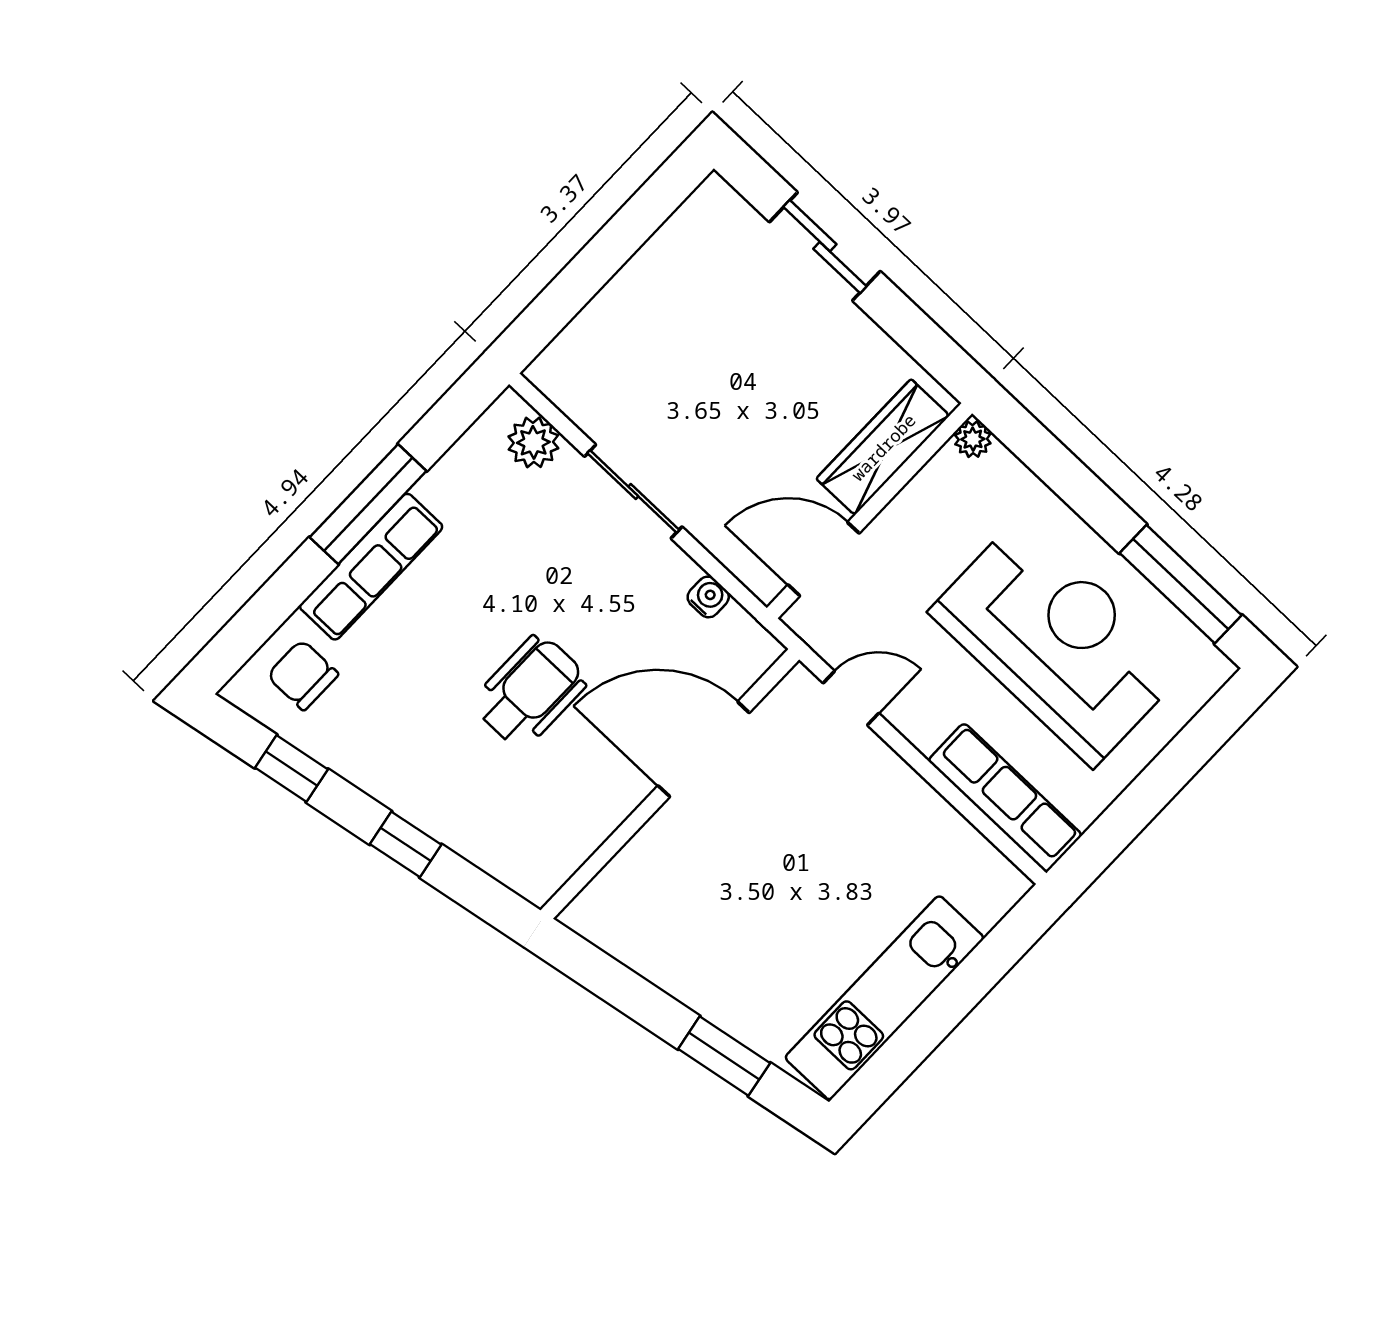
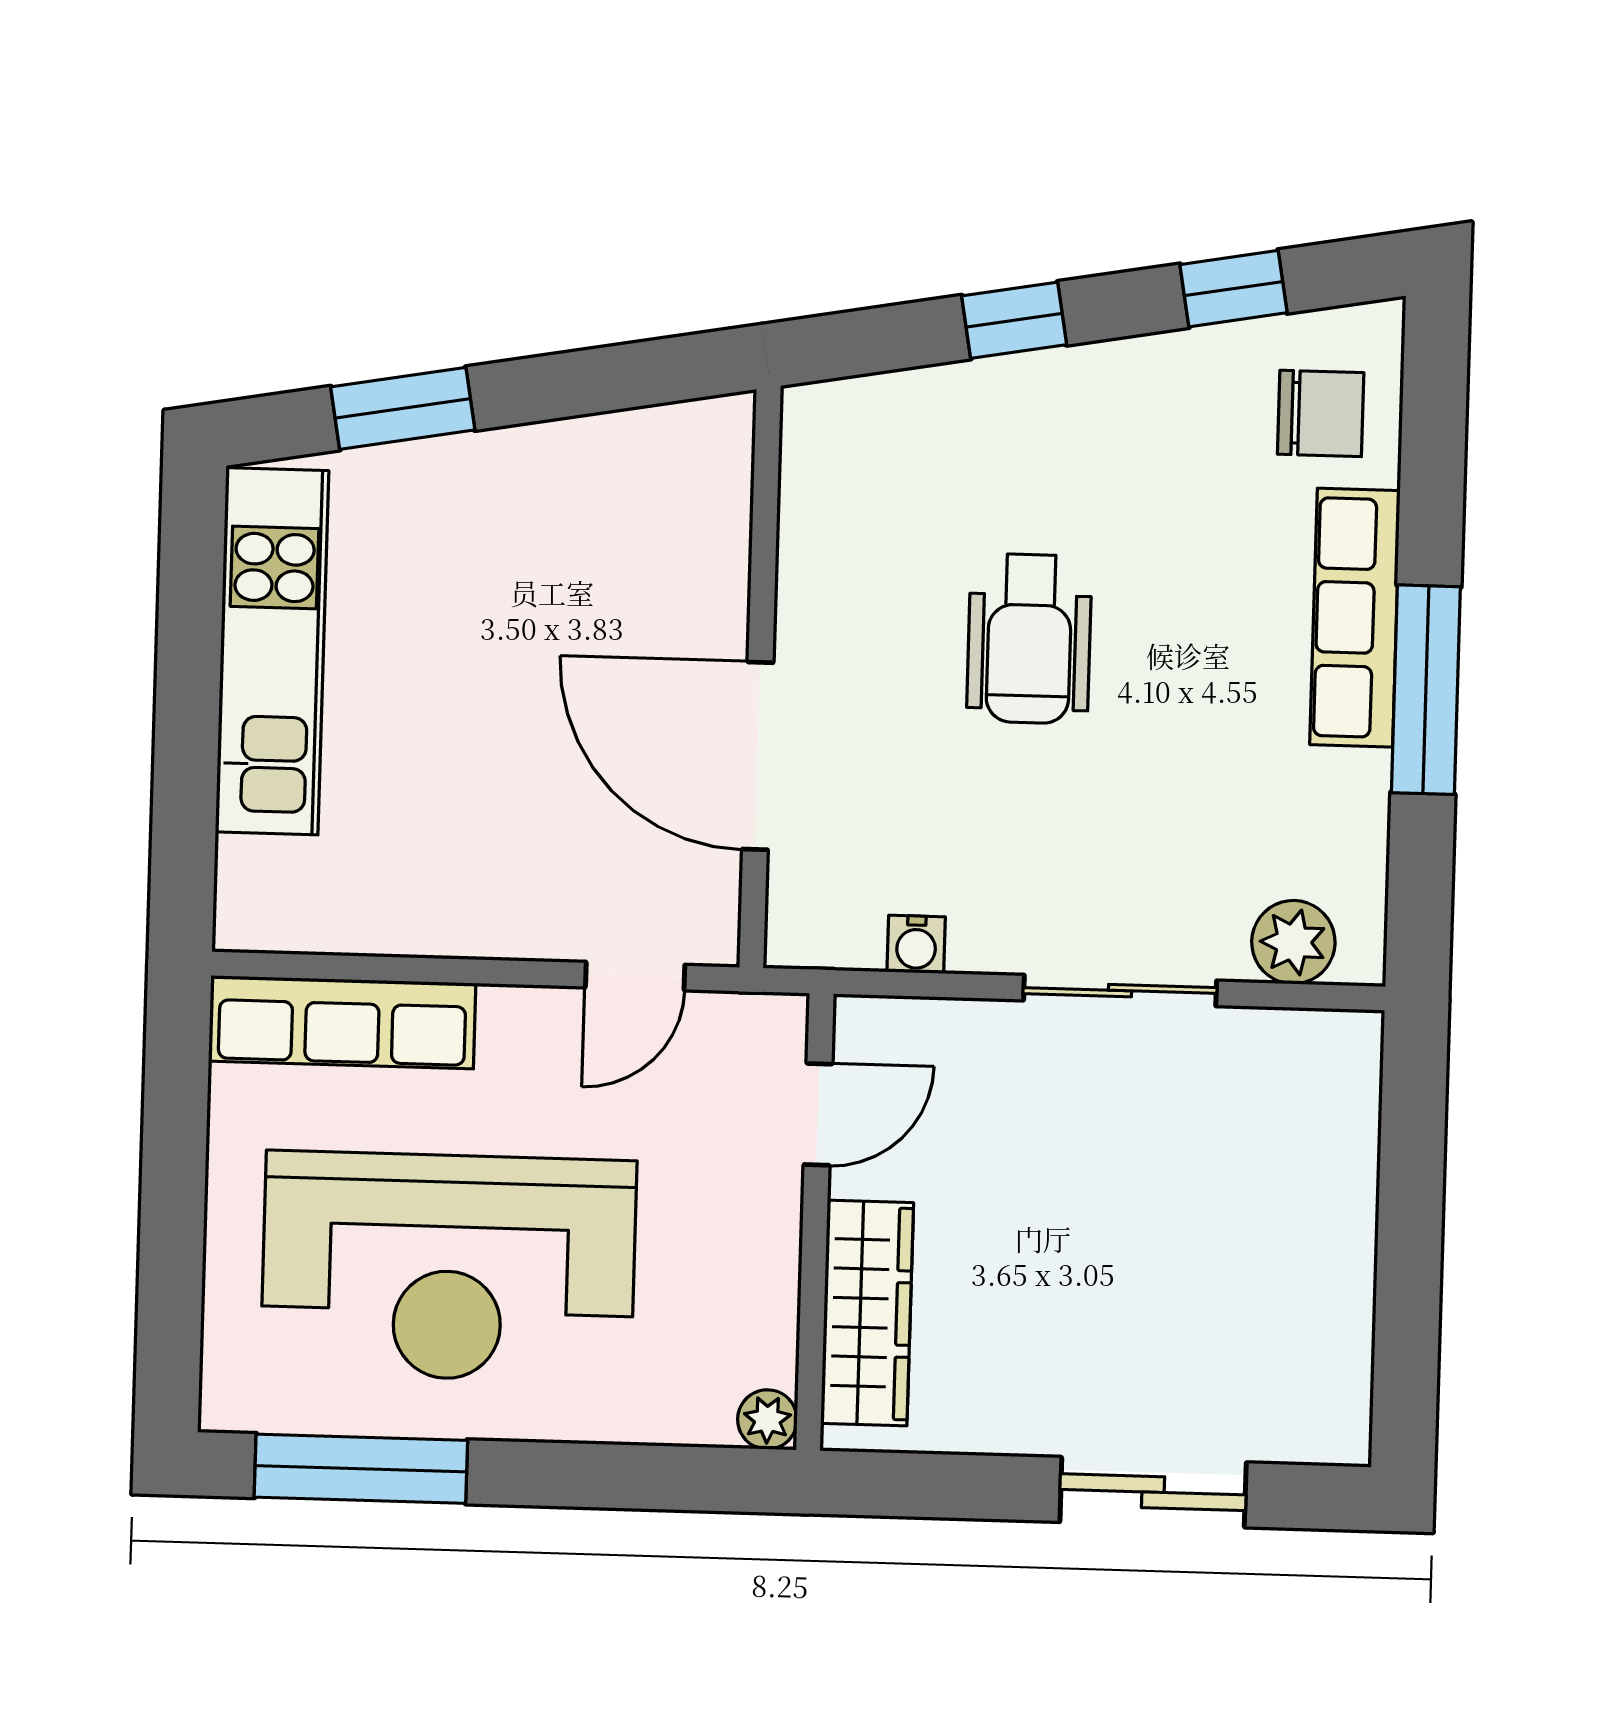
door: (824, 559) -> (818, 1114), width x0.73
door: (704, 749) -> (758, 756), swing flipped

